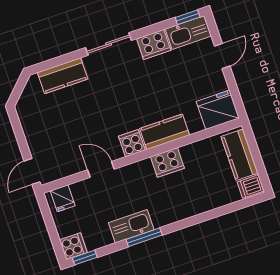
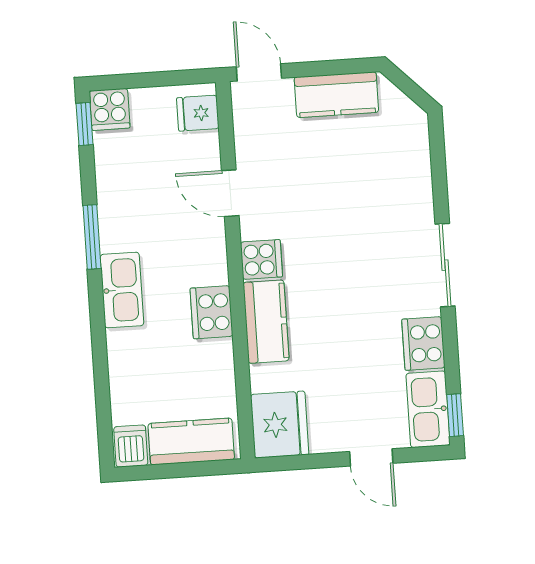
kitchen counter: (63, 76) -> (336, 95), moved, turned -90
door: (101, 169) -> (230, 193), swing flipped
kitchen sink: (131, 226) -> (122, 290), moved

